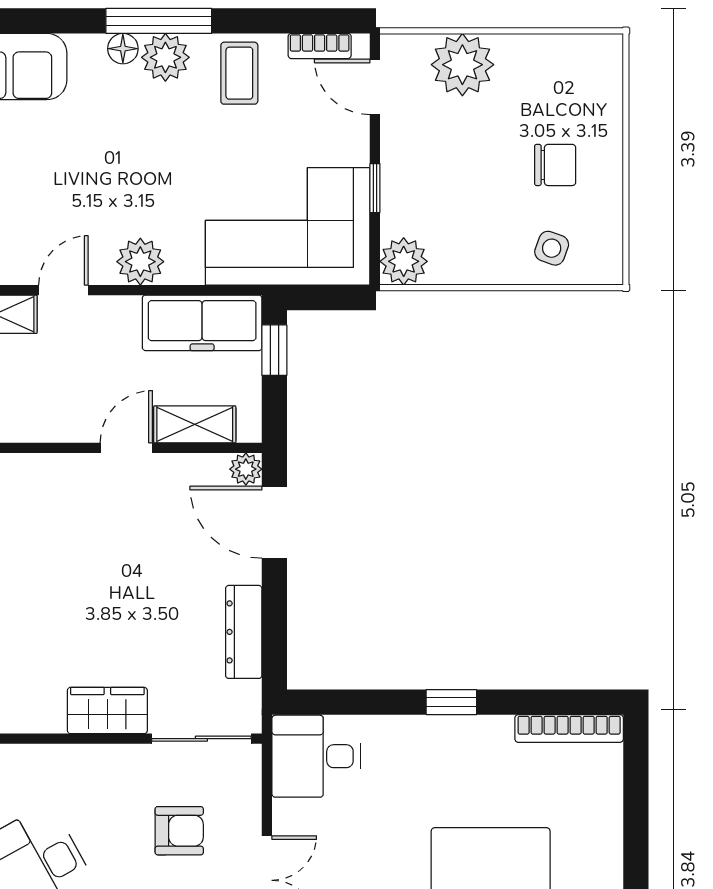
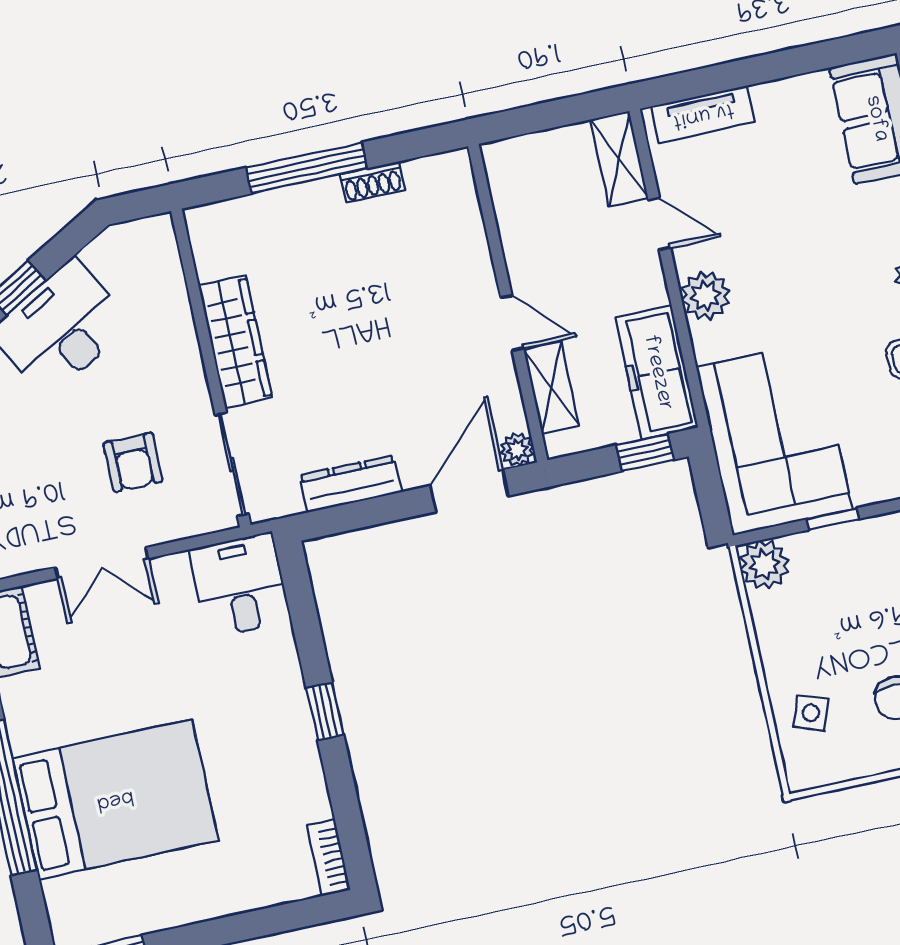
wardrobe: (107, 711) -> (235, 342), width x1.50
bookcase: (569, 728) -> (329, 858), width x0.64

